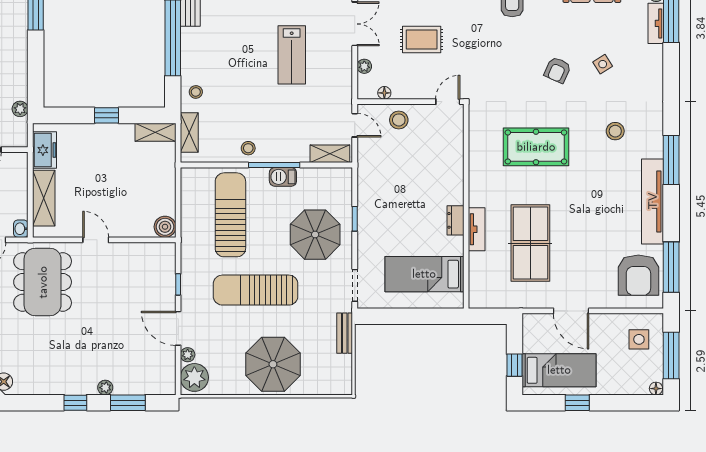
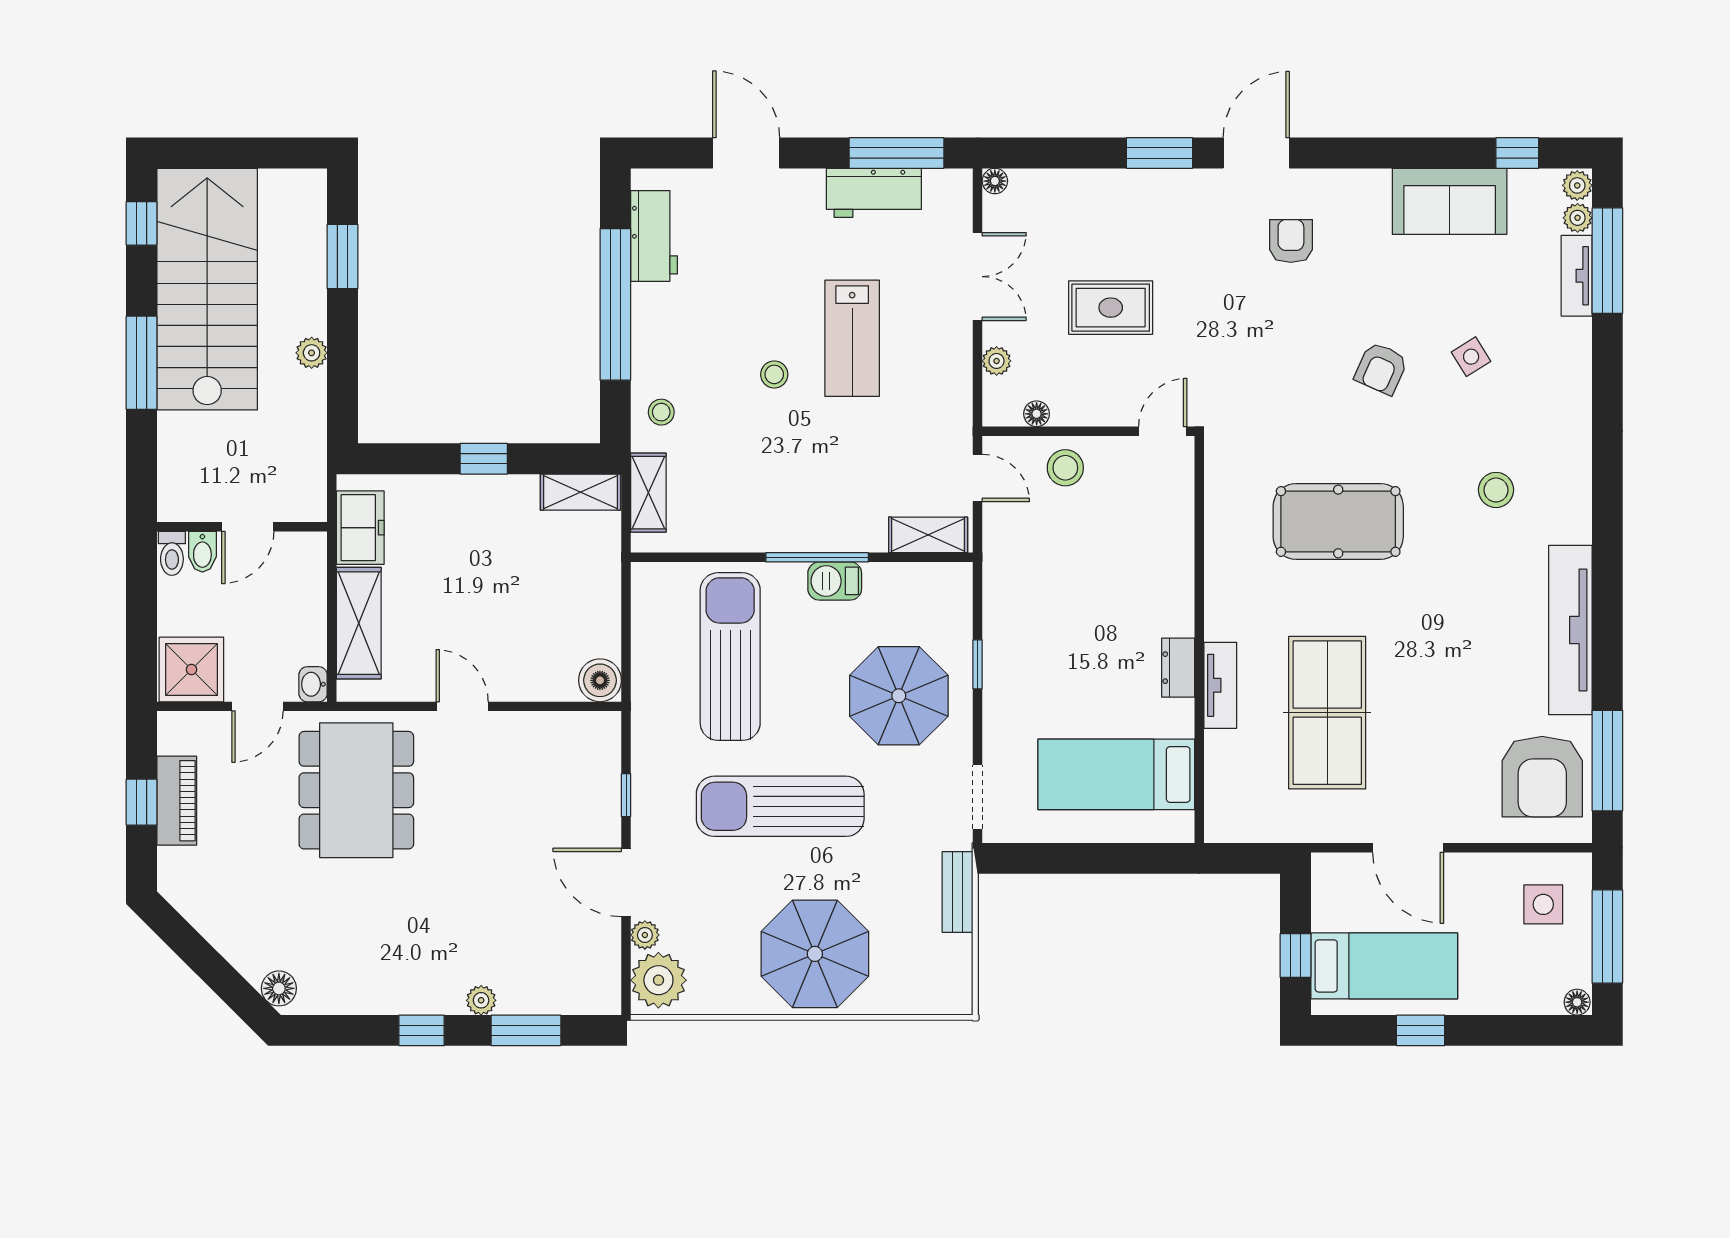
plant: (20, 109) -> (312, 353), moved
stool: (248, 148) -> (774, 374), moved
window: (671, 160) -> (1607, 547), removed

